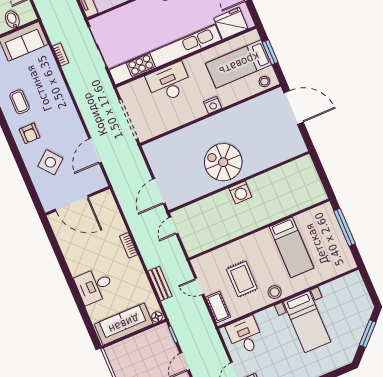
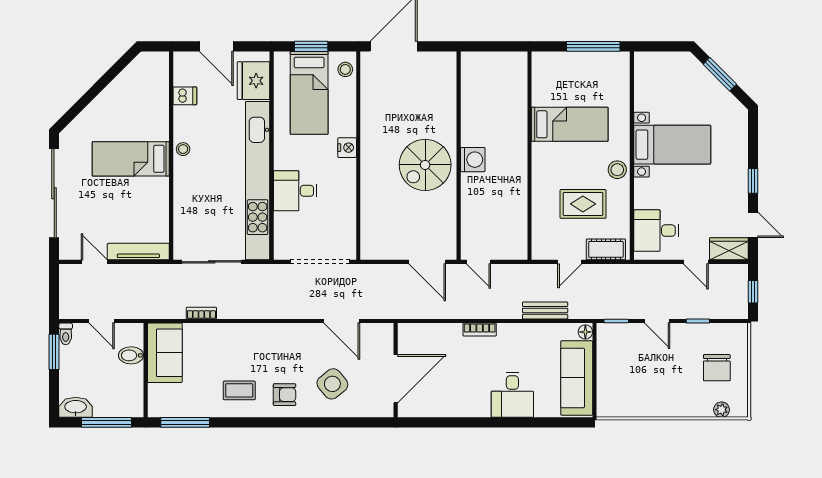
desk: (169, 83) -> (295, 191), width x0.73
window: (345, 227) -> (593, 46), moved

